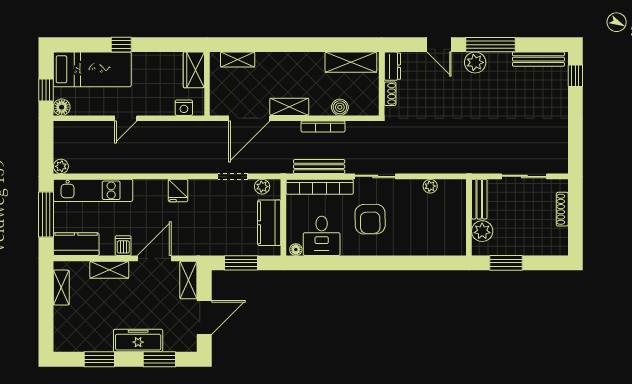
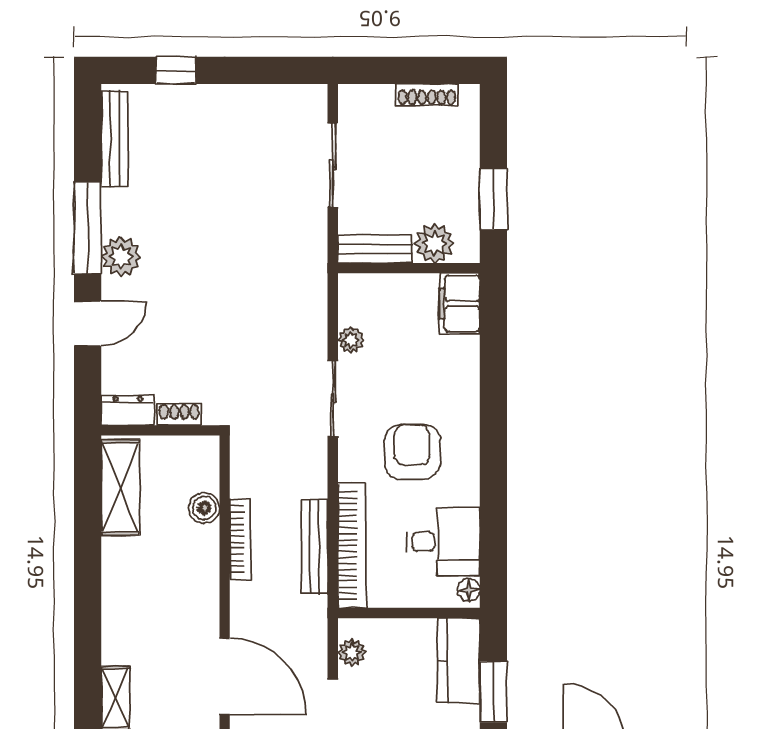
window: (575, 76) -> (176, 70), moved
shelving: (289, 107) -> (203, 602), removed
sliding door: (375, 176) -> (333, 398), moved
shoe rack: (562, 209) -> (427, 95), moved
armchair: (370, 219) -> (412, 452), turned -89
kitchen counter: (269, 223) -> (459, 661), moved, turned 90
filing cabinet: (450, 245) -> (460, 304), added

